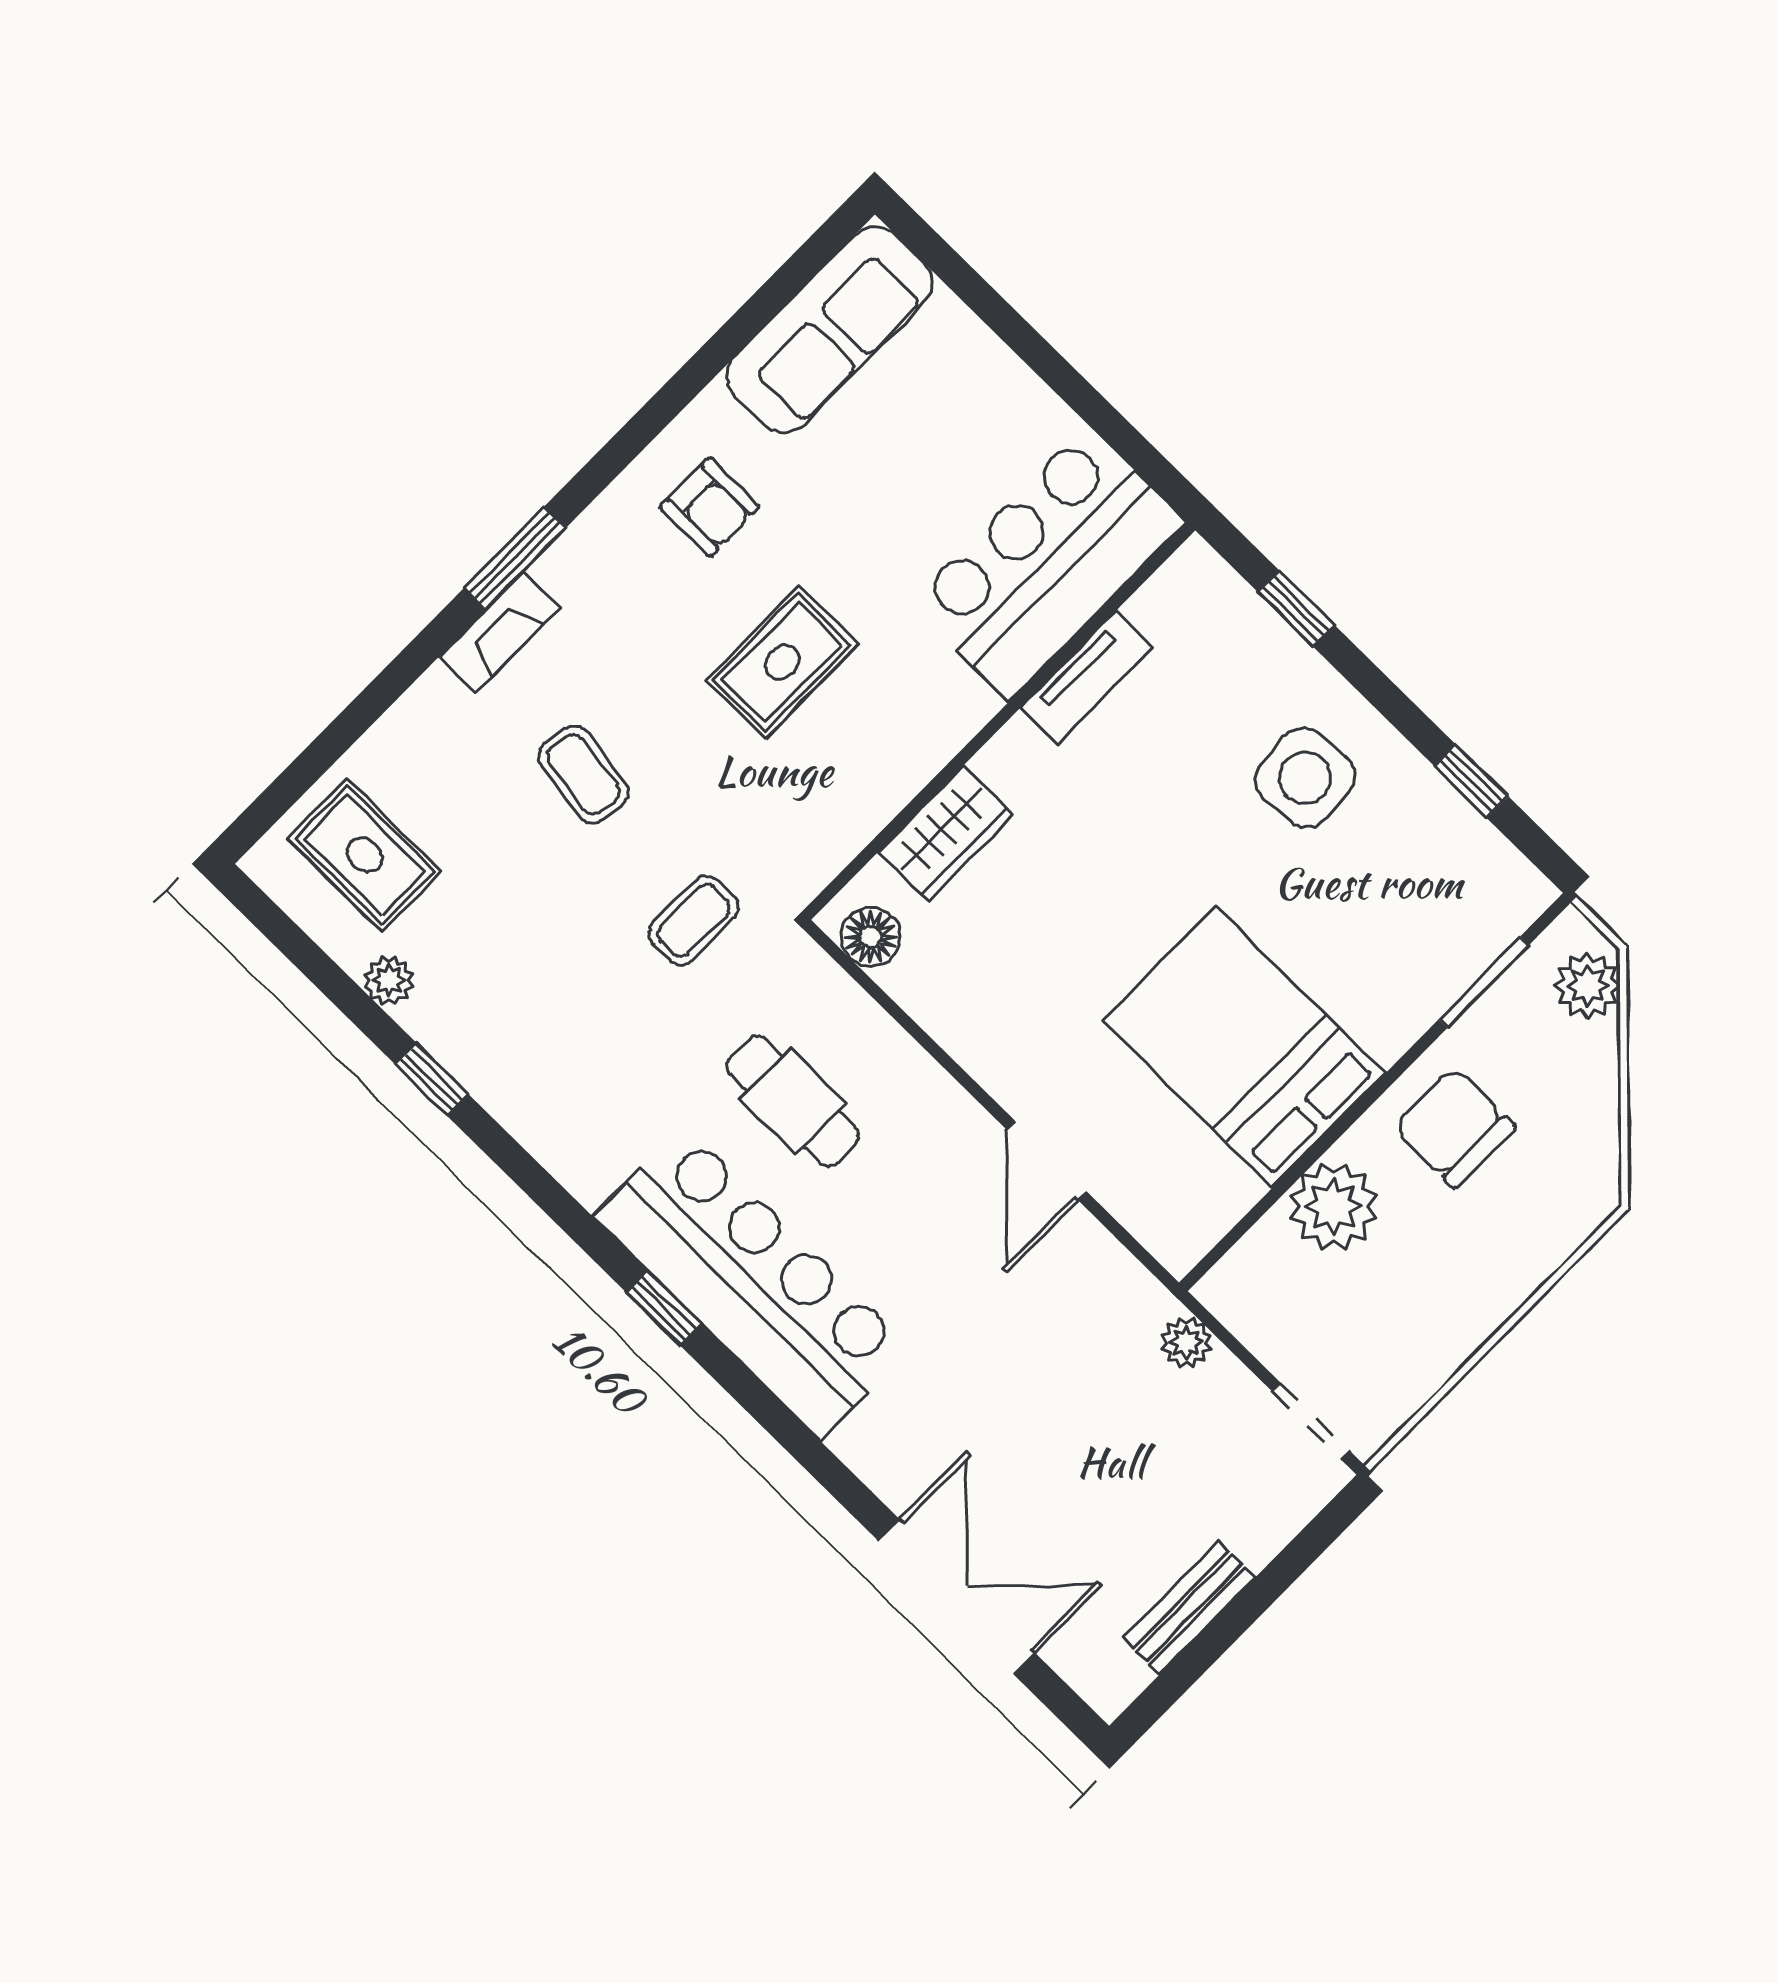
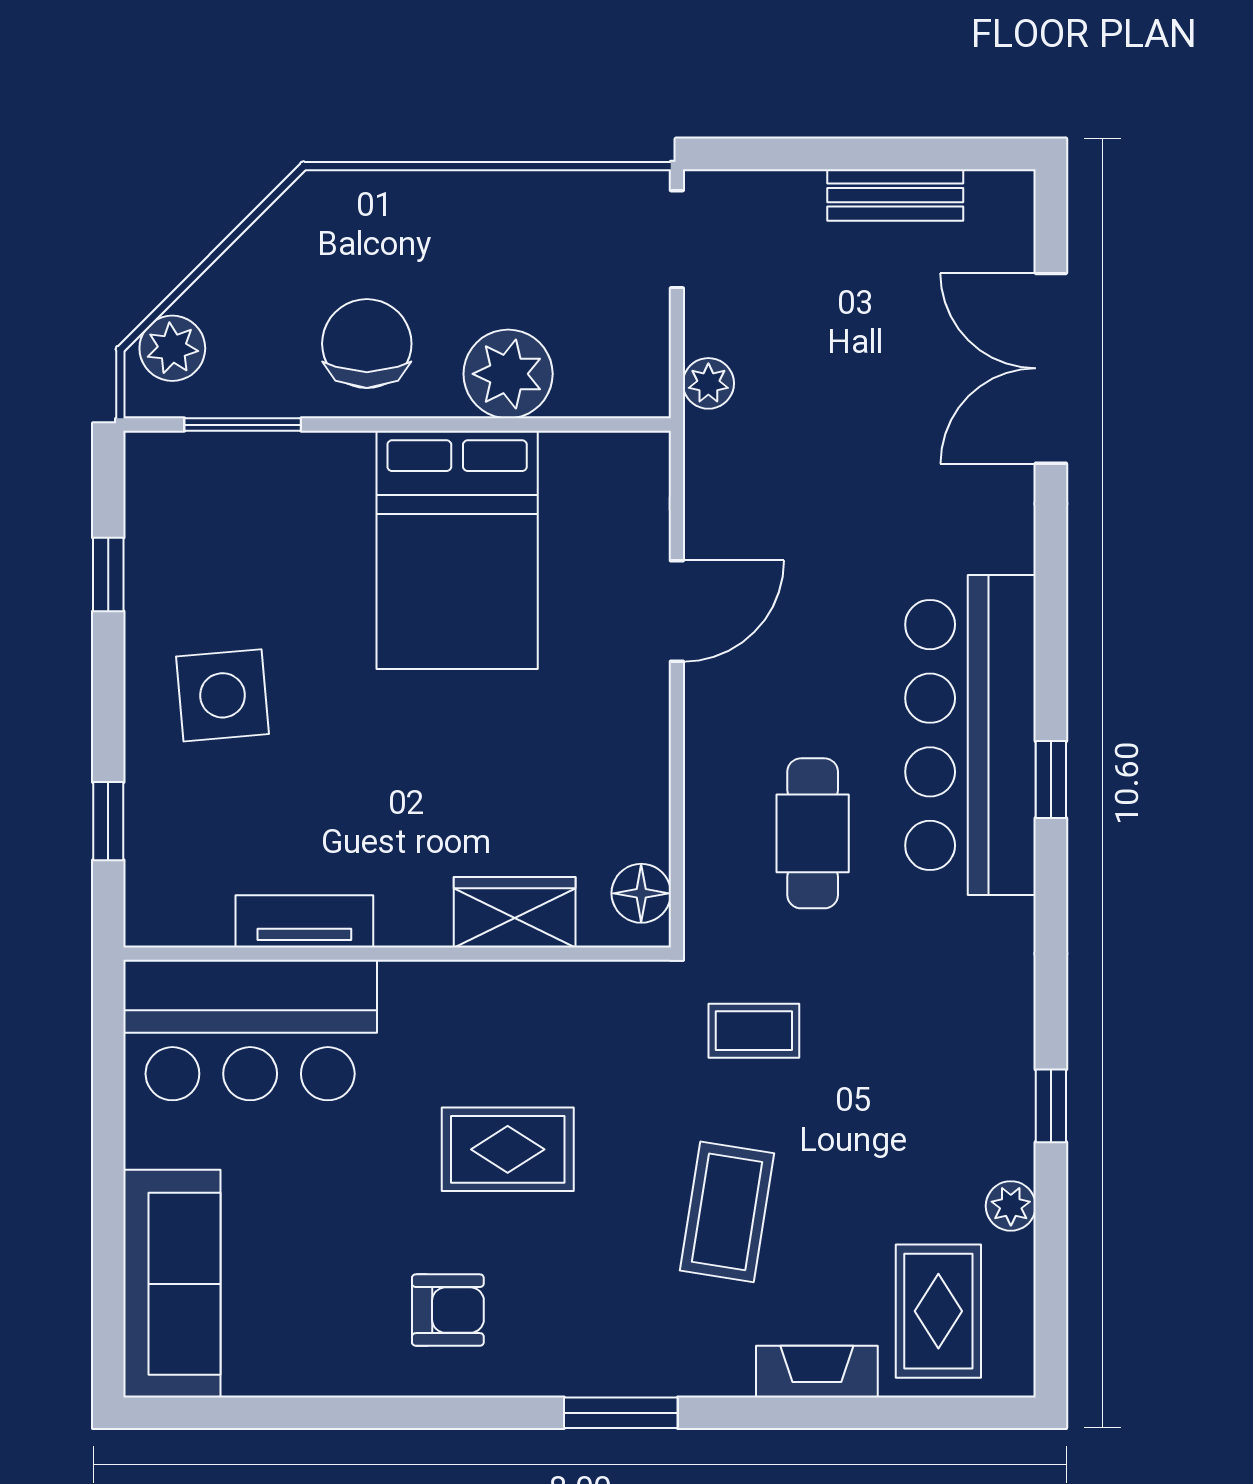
sofa: (829, 330) -> (172, 1284), moved, turned 90
armchair: (710, 507) -> (448, 1310), turned 90
fireplace: (499, 632) -> (817, 1372), moved
coffee table: (584, 774) -> (727, 1212), width x1.36, depth x1.30
chair: (1454, 1127) -> (367, 344), turned 180

